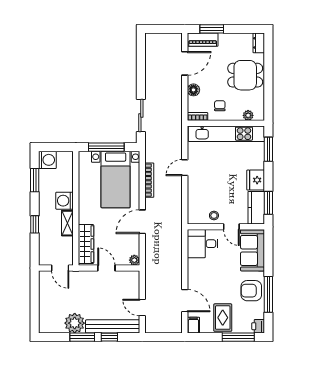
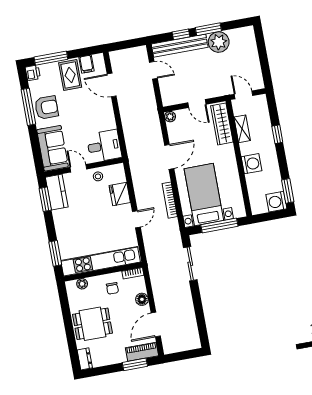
window: (35, 180) -> (288, 191), moved
fridge: (256, 180) -> (120, 194), moved, turned 180
shelving: (67, 223) -> (242, 129), moved
filing cabinet: (193, 325) -> (87, 64), moved

